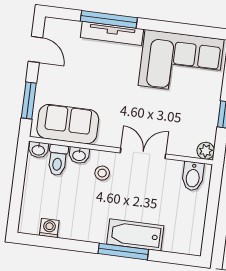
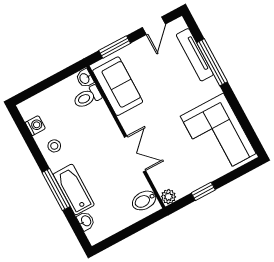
tv unit: (112, 33) -> (195, 55), moved
washbasin: (79, 155) -> (86, 221), moved, turned 180
stool: (102, 173) -> (54, 146), moved

